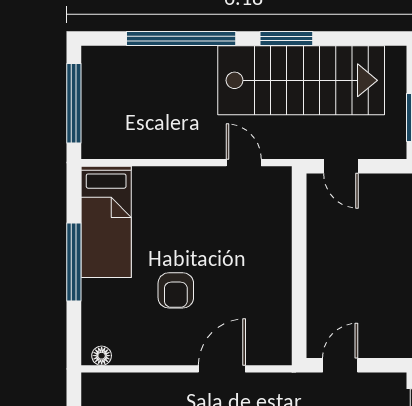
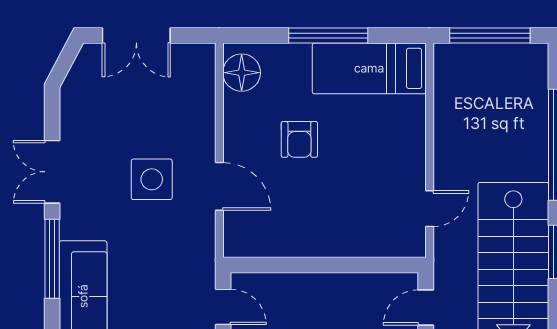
armchair: (176, 290) -> (299, 139), turned -90
floor lamp: (102, 356) -> (242, 73), width x1.89, depth x1.89

